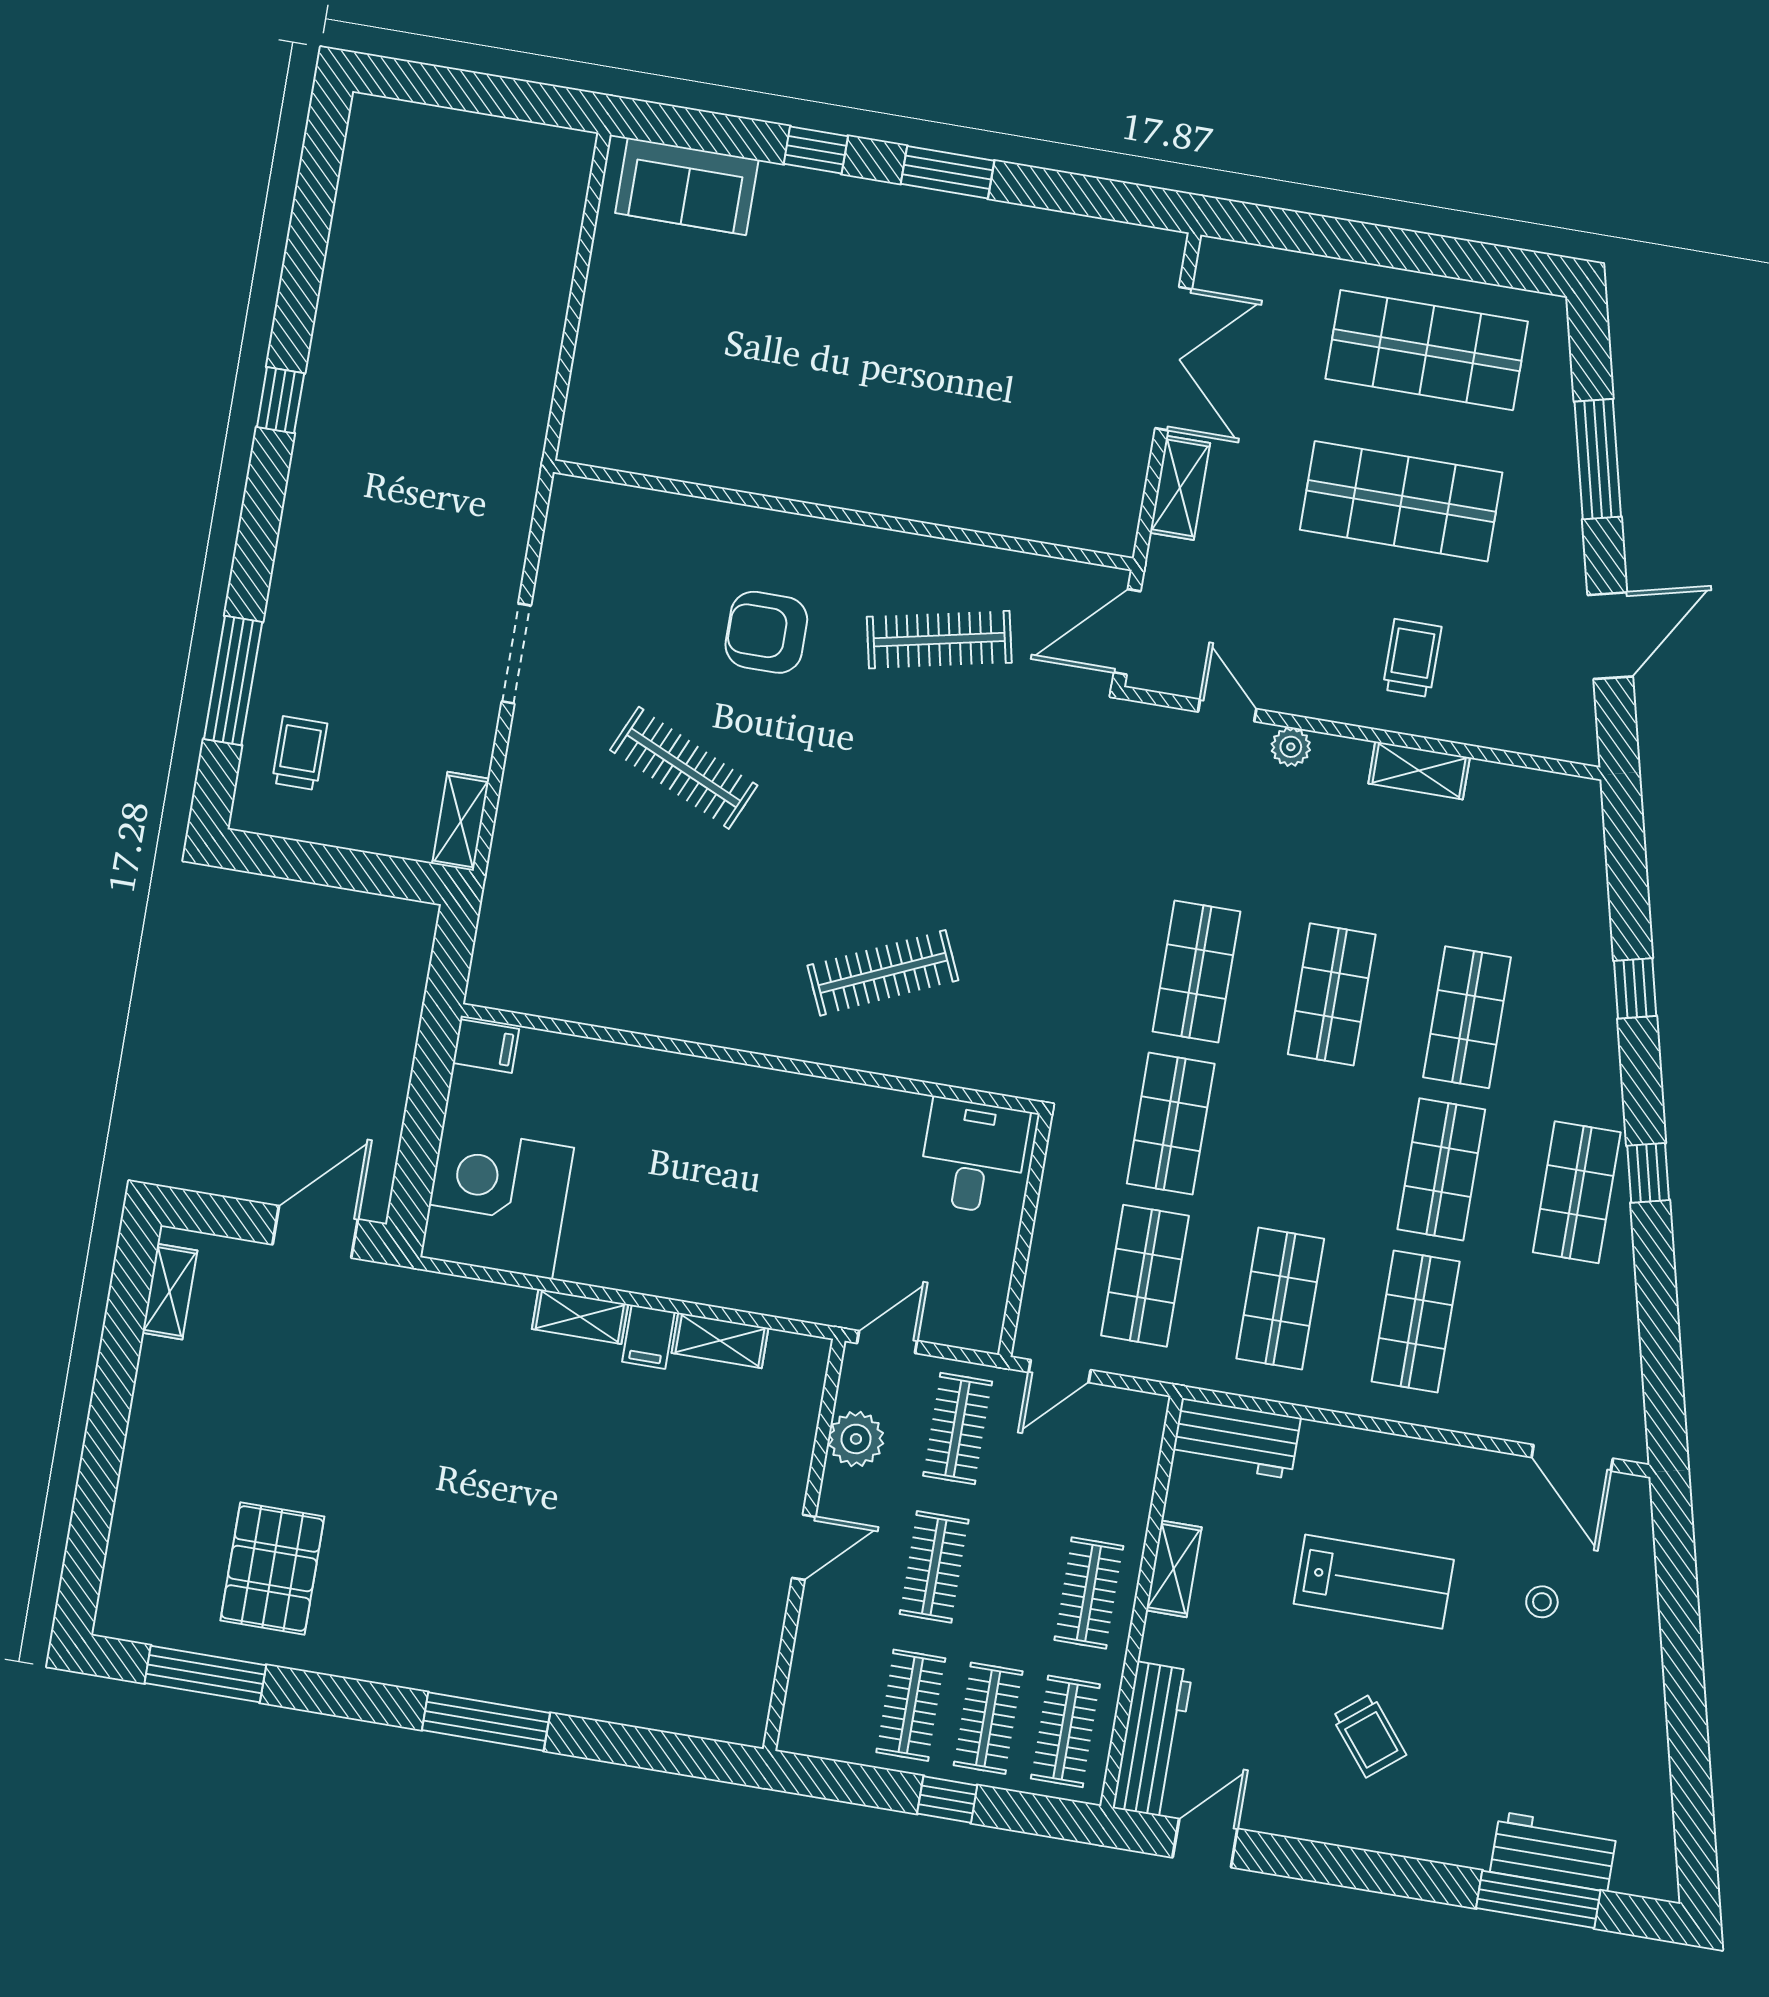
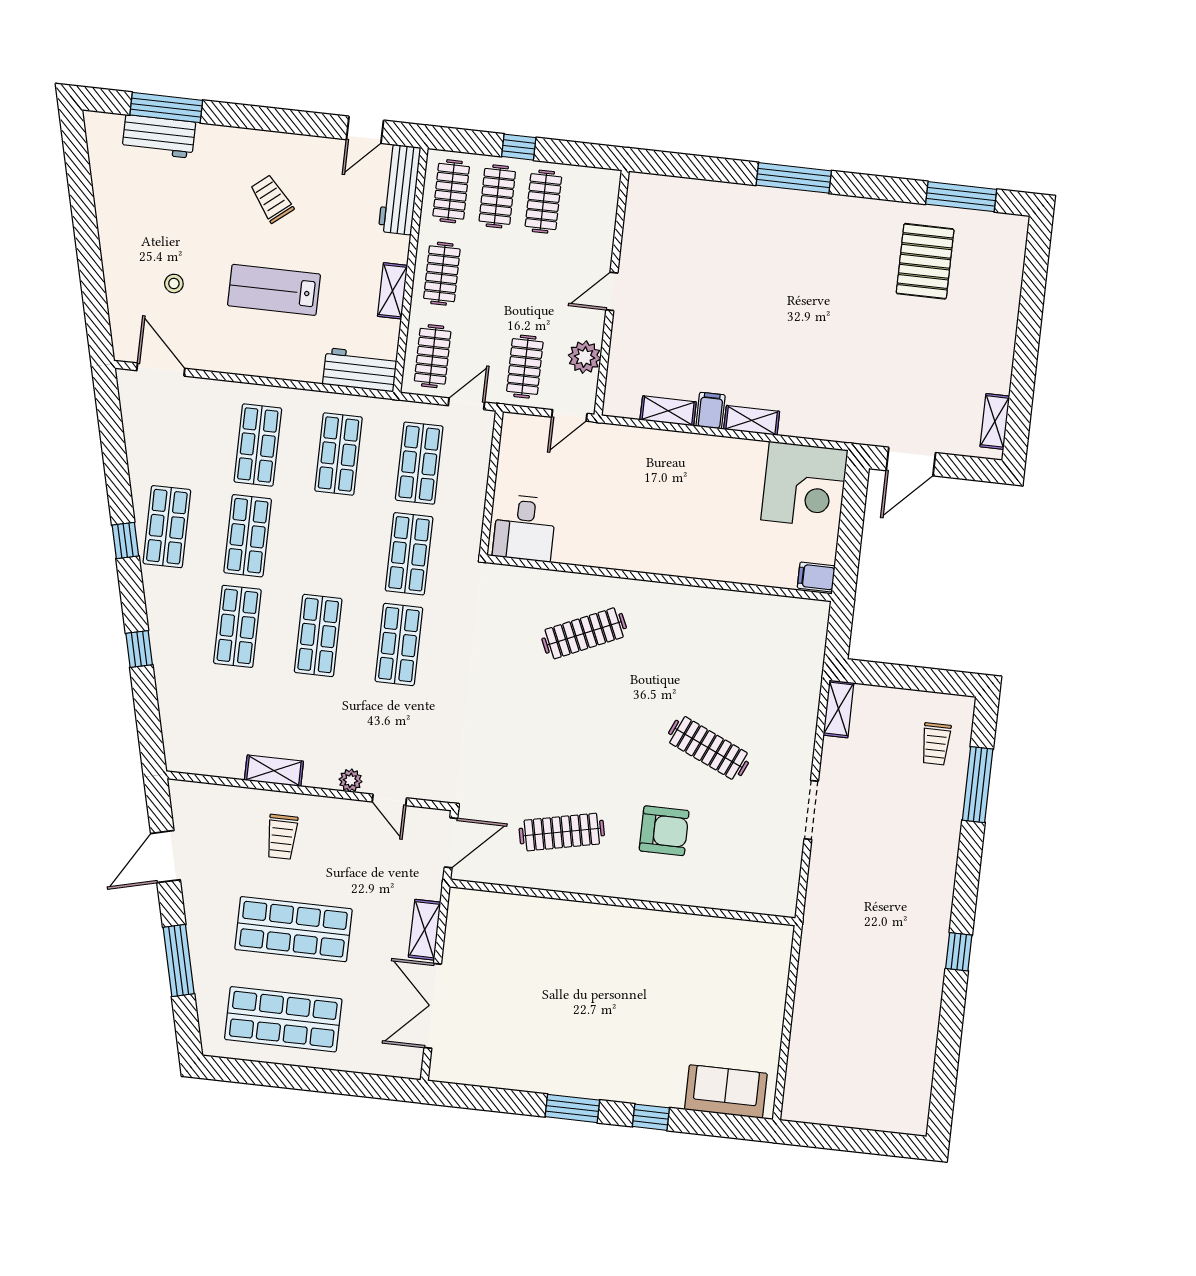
clothes rail: (934, 1567) -> (433, 356), moved

